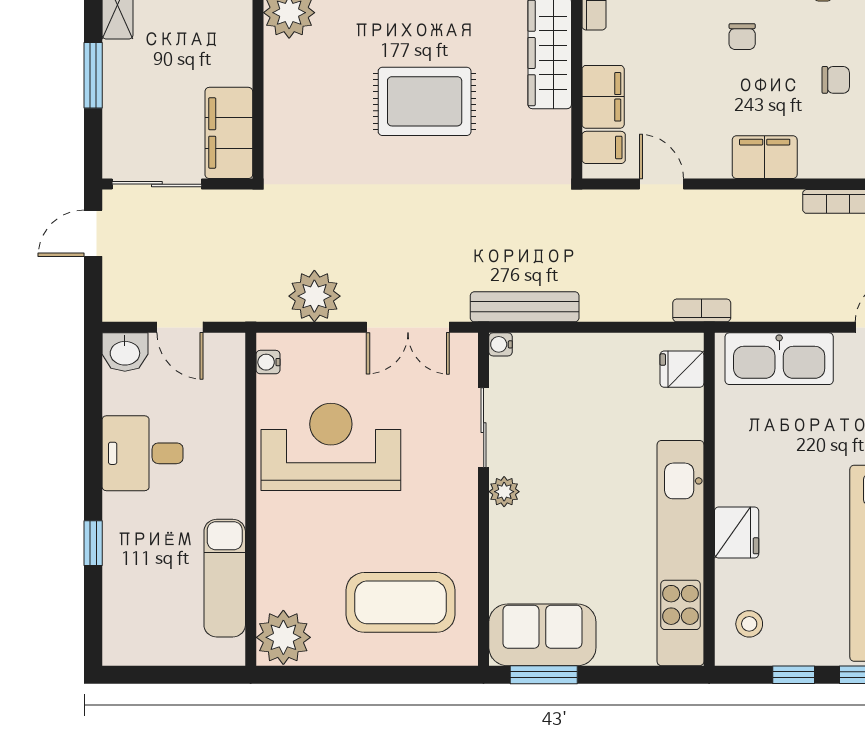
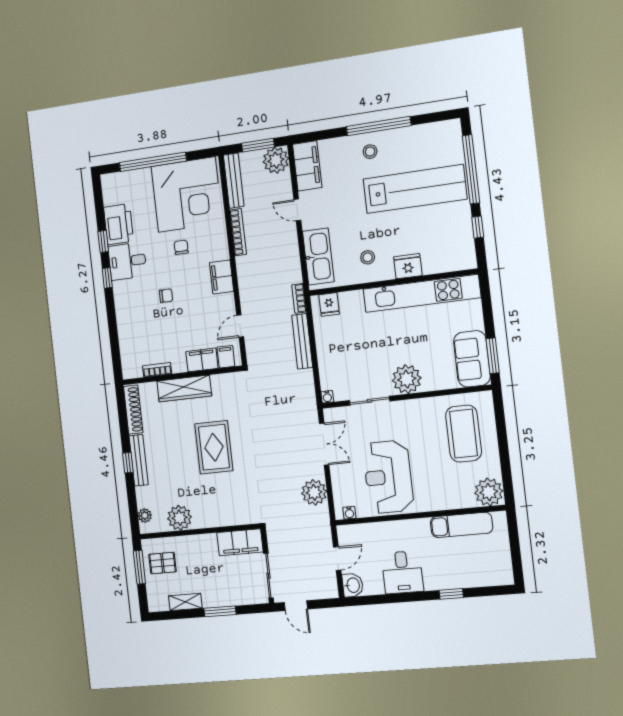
bench: (525, 307) -> (302, 341), moved
plant: (504, 492) -> (407, 379), width x1.87, depth x1.87
stool: (749, 624) -> (368, 257), moved

